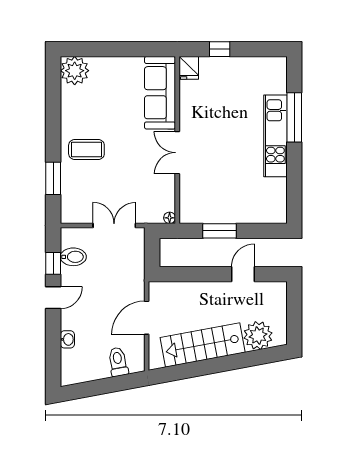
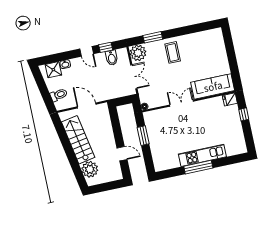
plant: (75, 71) -> (138, 53), moved
window: (294, 117) -> (198, 167), moved
shower: (73, 362) -> (53, 70), added

